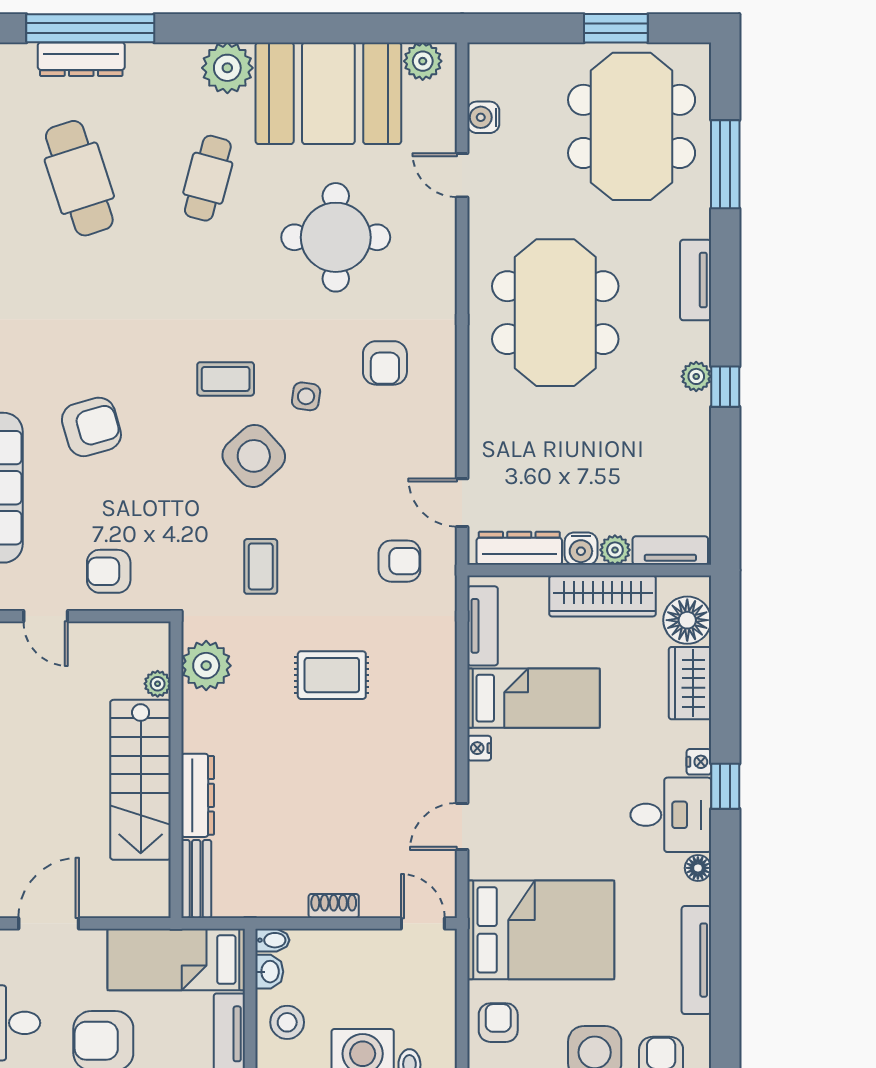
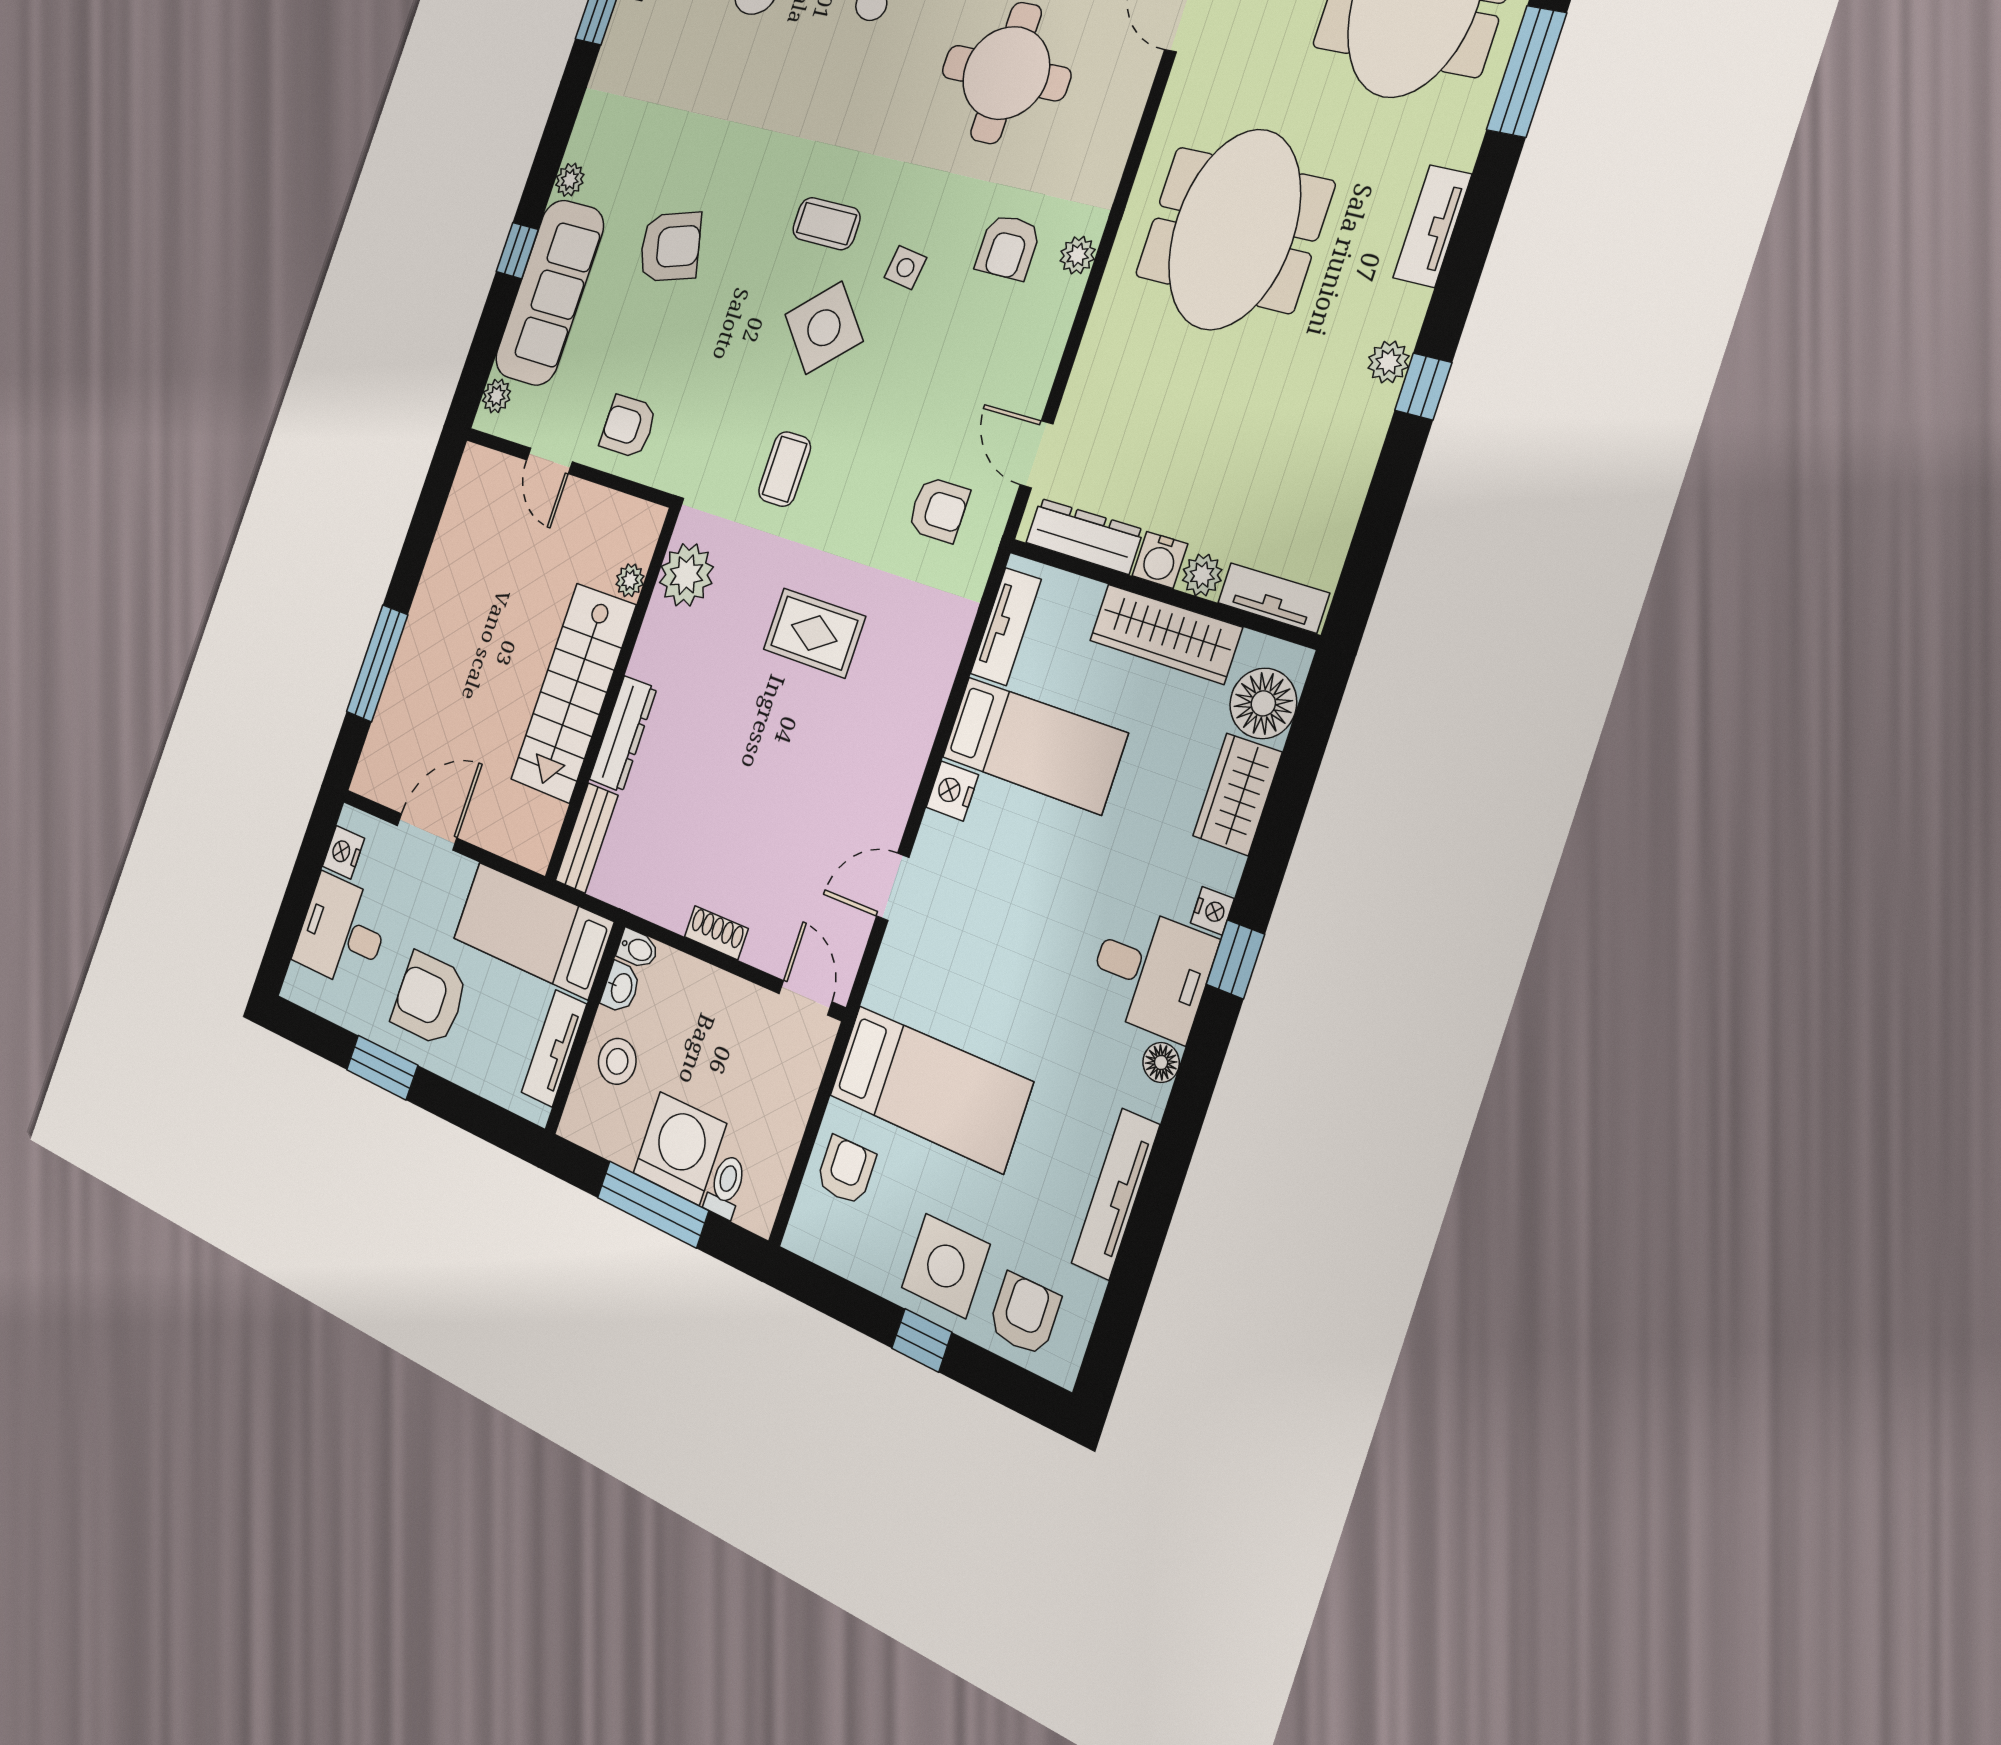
plant: (443, 357) -> (1078, 255), added
nightstand: (479, 748) -> (952, 791), width x1.39, depth x1.35
bed: (541, 930) -> (930, 1089), width x0.67

